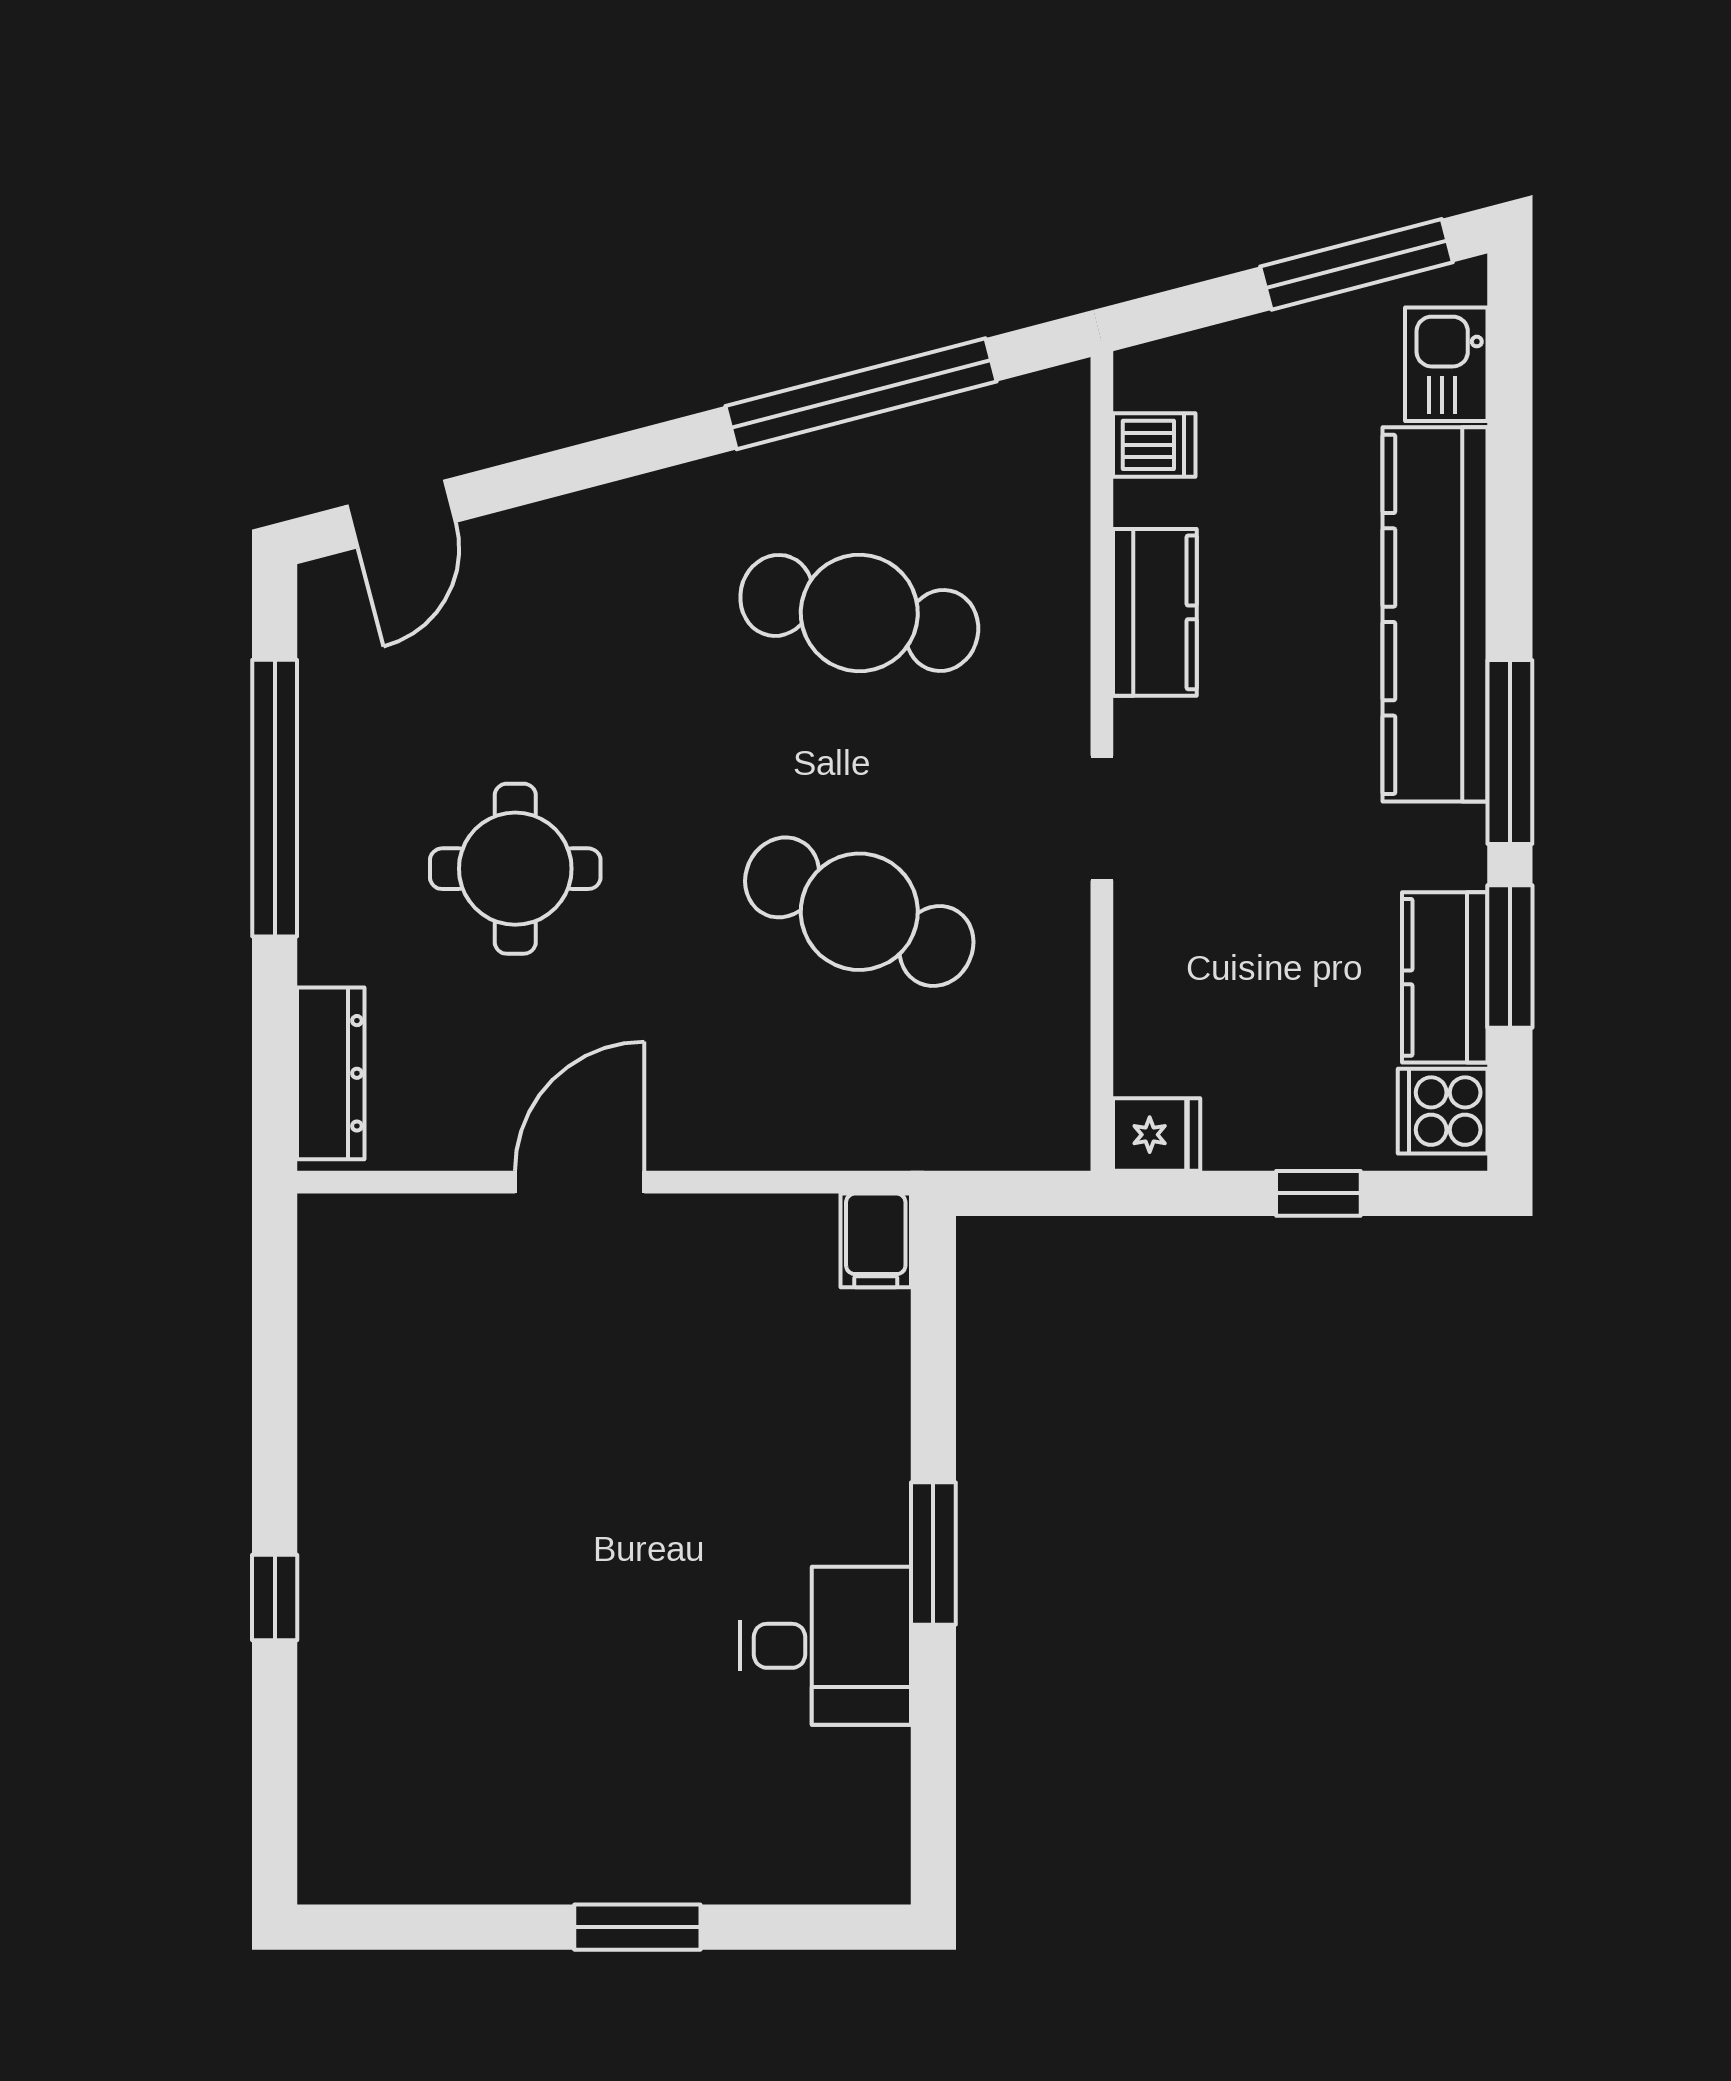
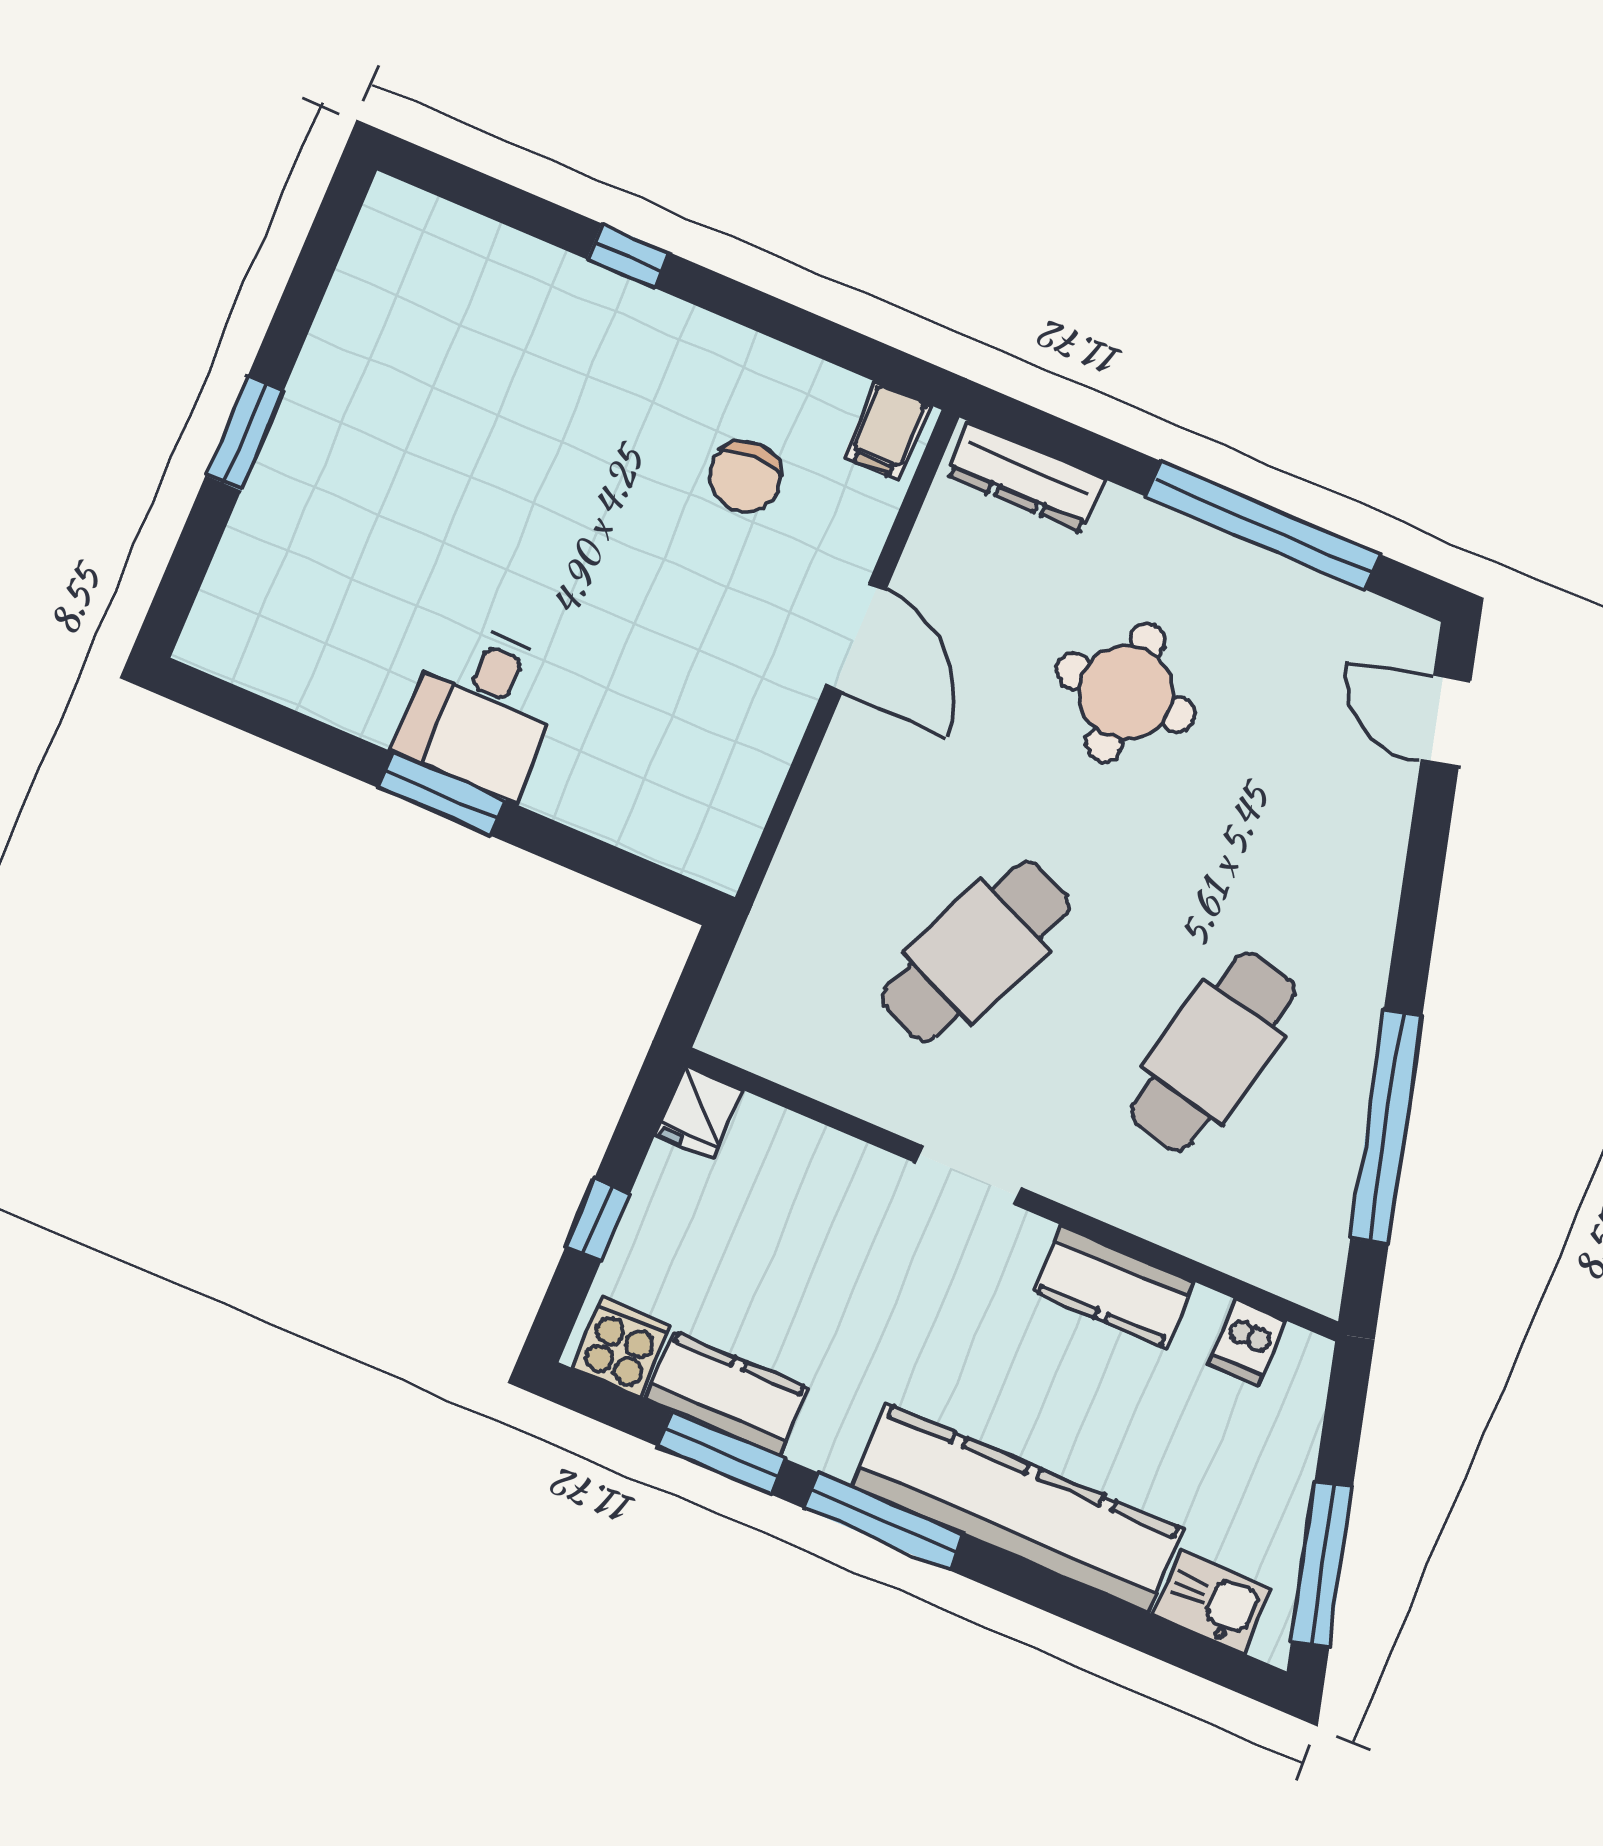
filing cabinet: (876, 1240) -> (887, 431), moved, turned -90
chair: (457, 1373) -> (745, 477), added
desk: (826, 1646) -> (482, 710), moved

